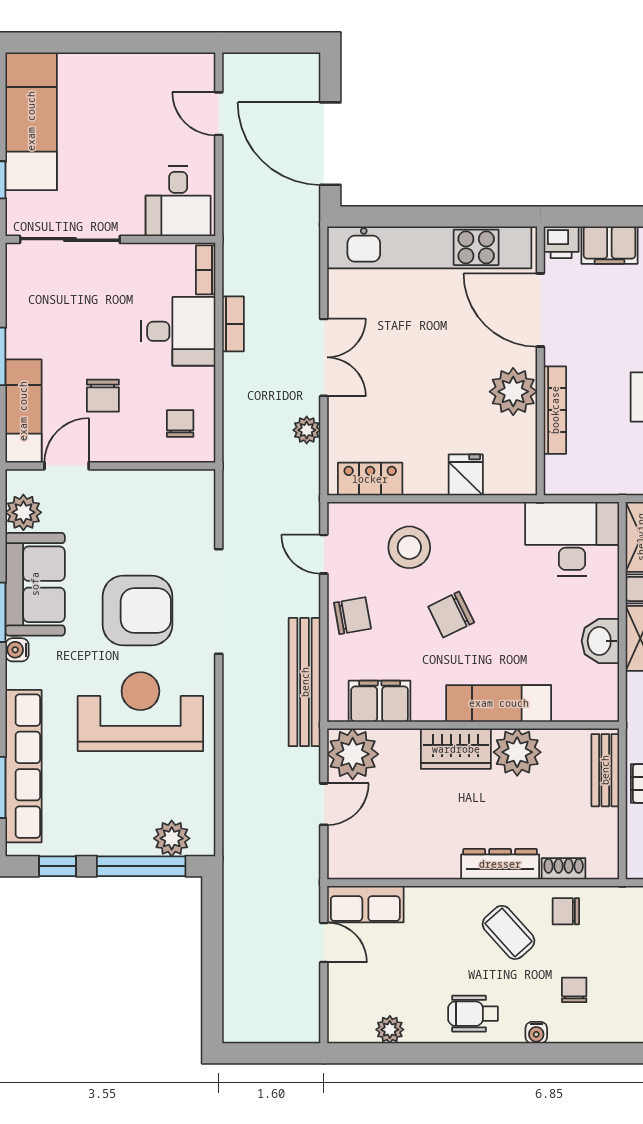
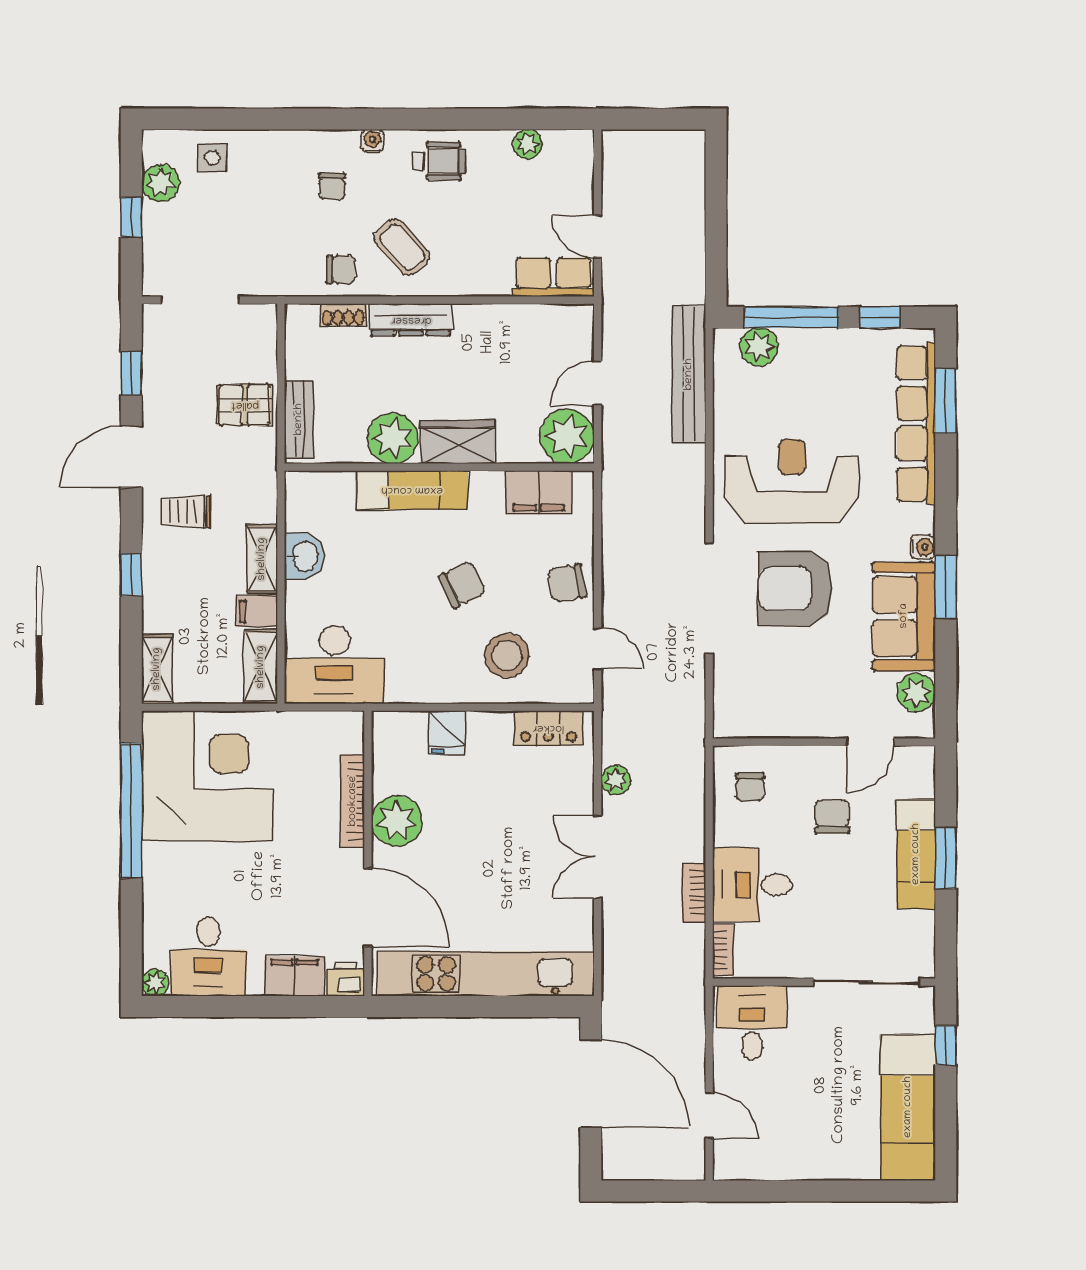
exam couch: (23, 411) -> (916, 854), moved
bench: (305, 682) -> (689, 374), moved
reception desk: (140, 712) -> (792, 481), turned 180

